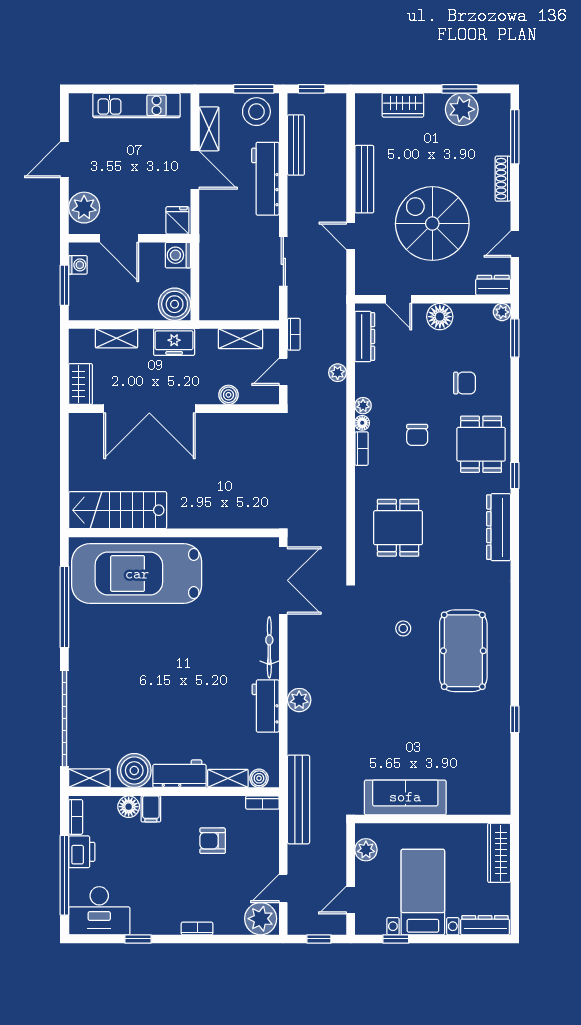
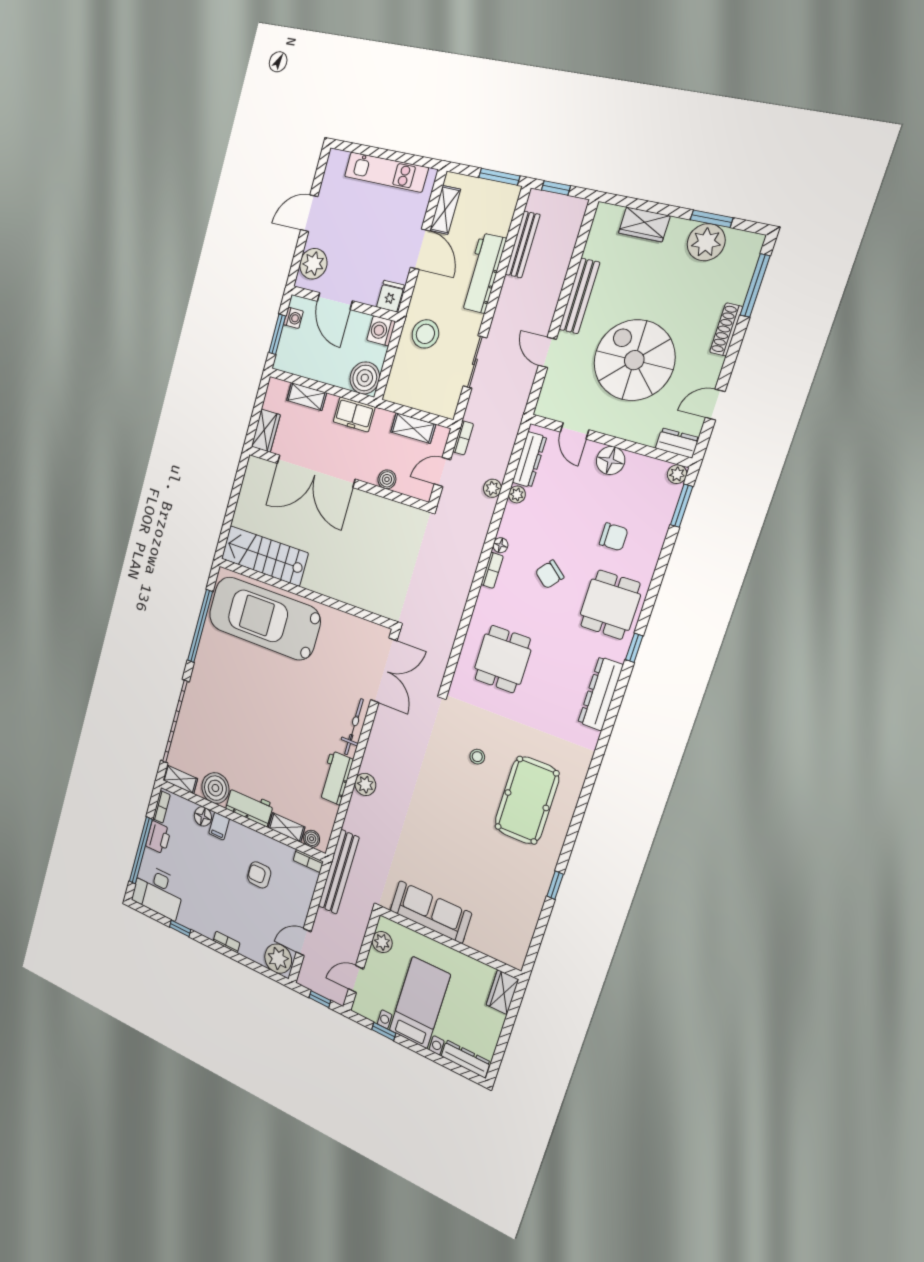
stool: (256, 112) -> (425, 334), moved
plant: (363, 406) -> (517, 494), moved
chair: (417, 435) -> (550, 574), turned 40
wardrobe: (499, 853) -> (502, 992), width x0.67

